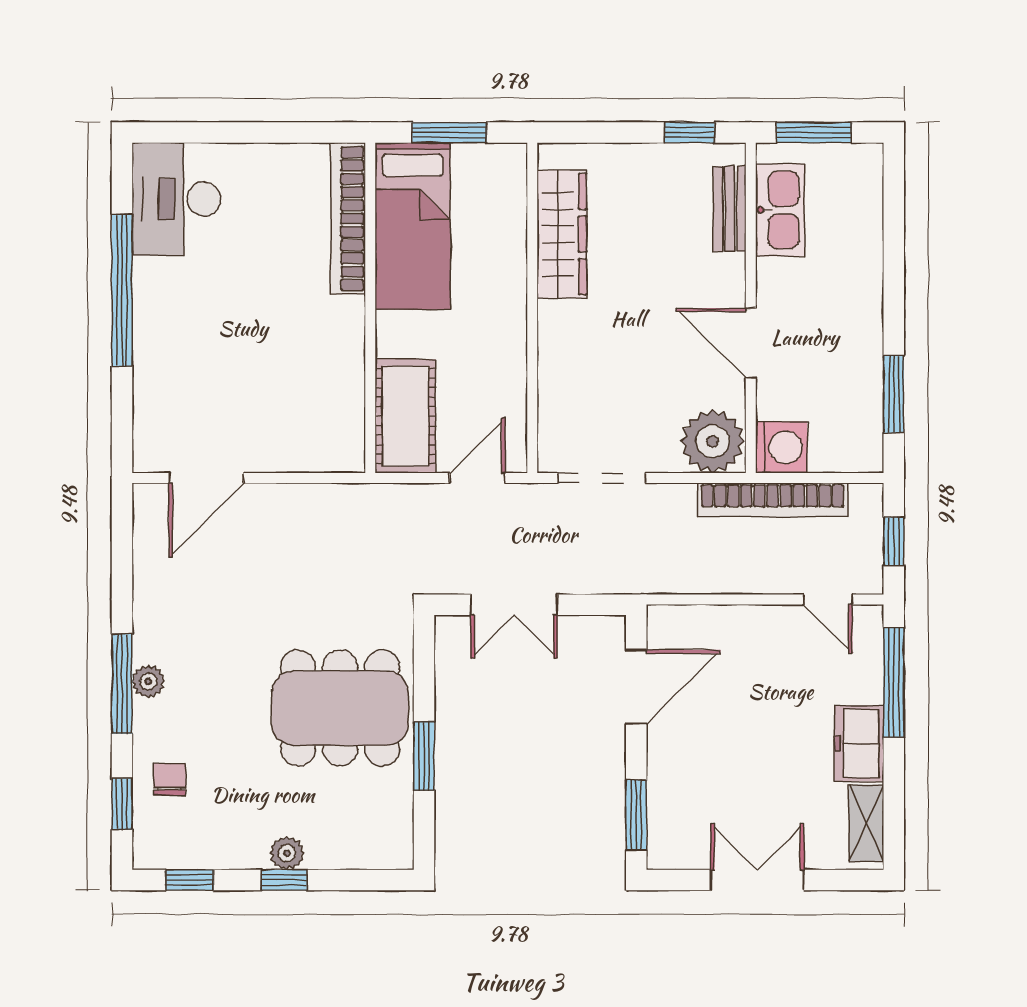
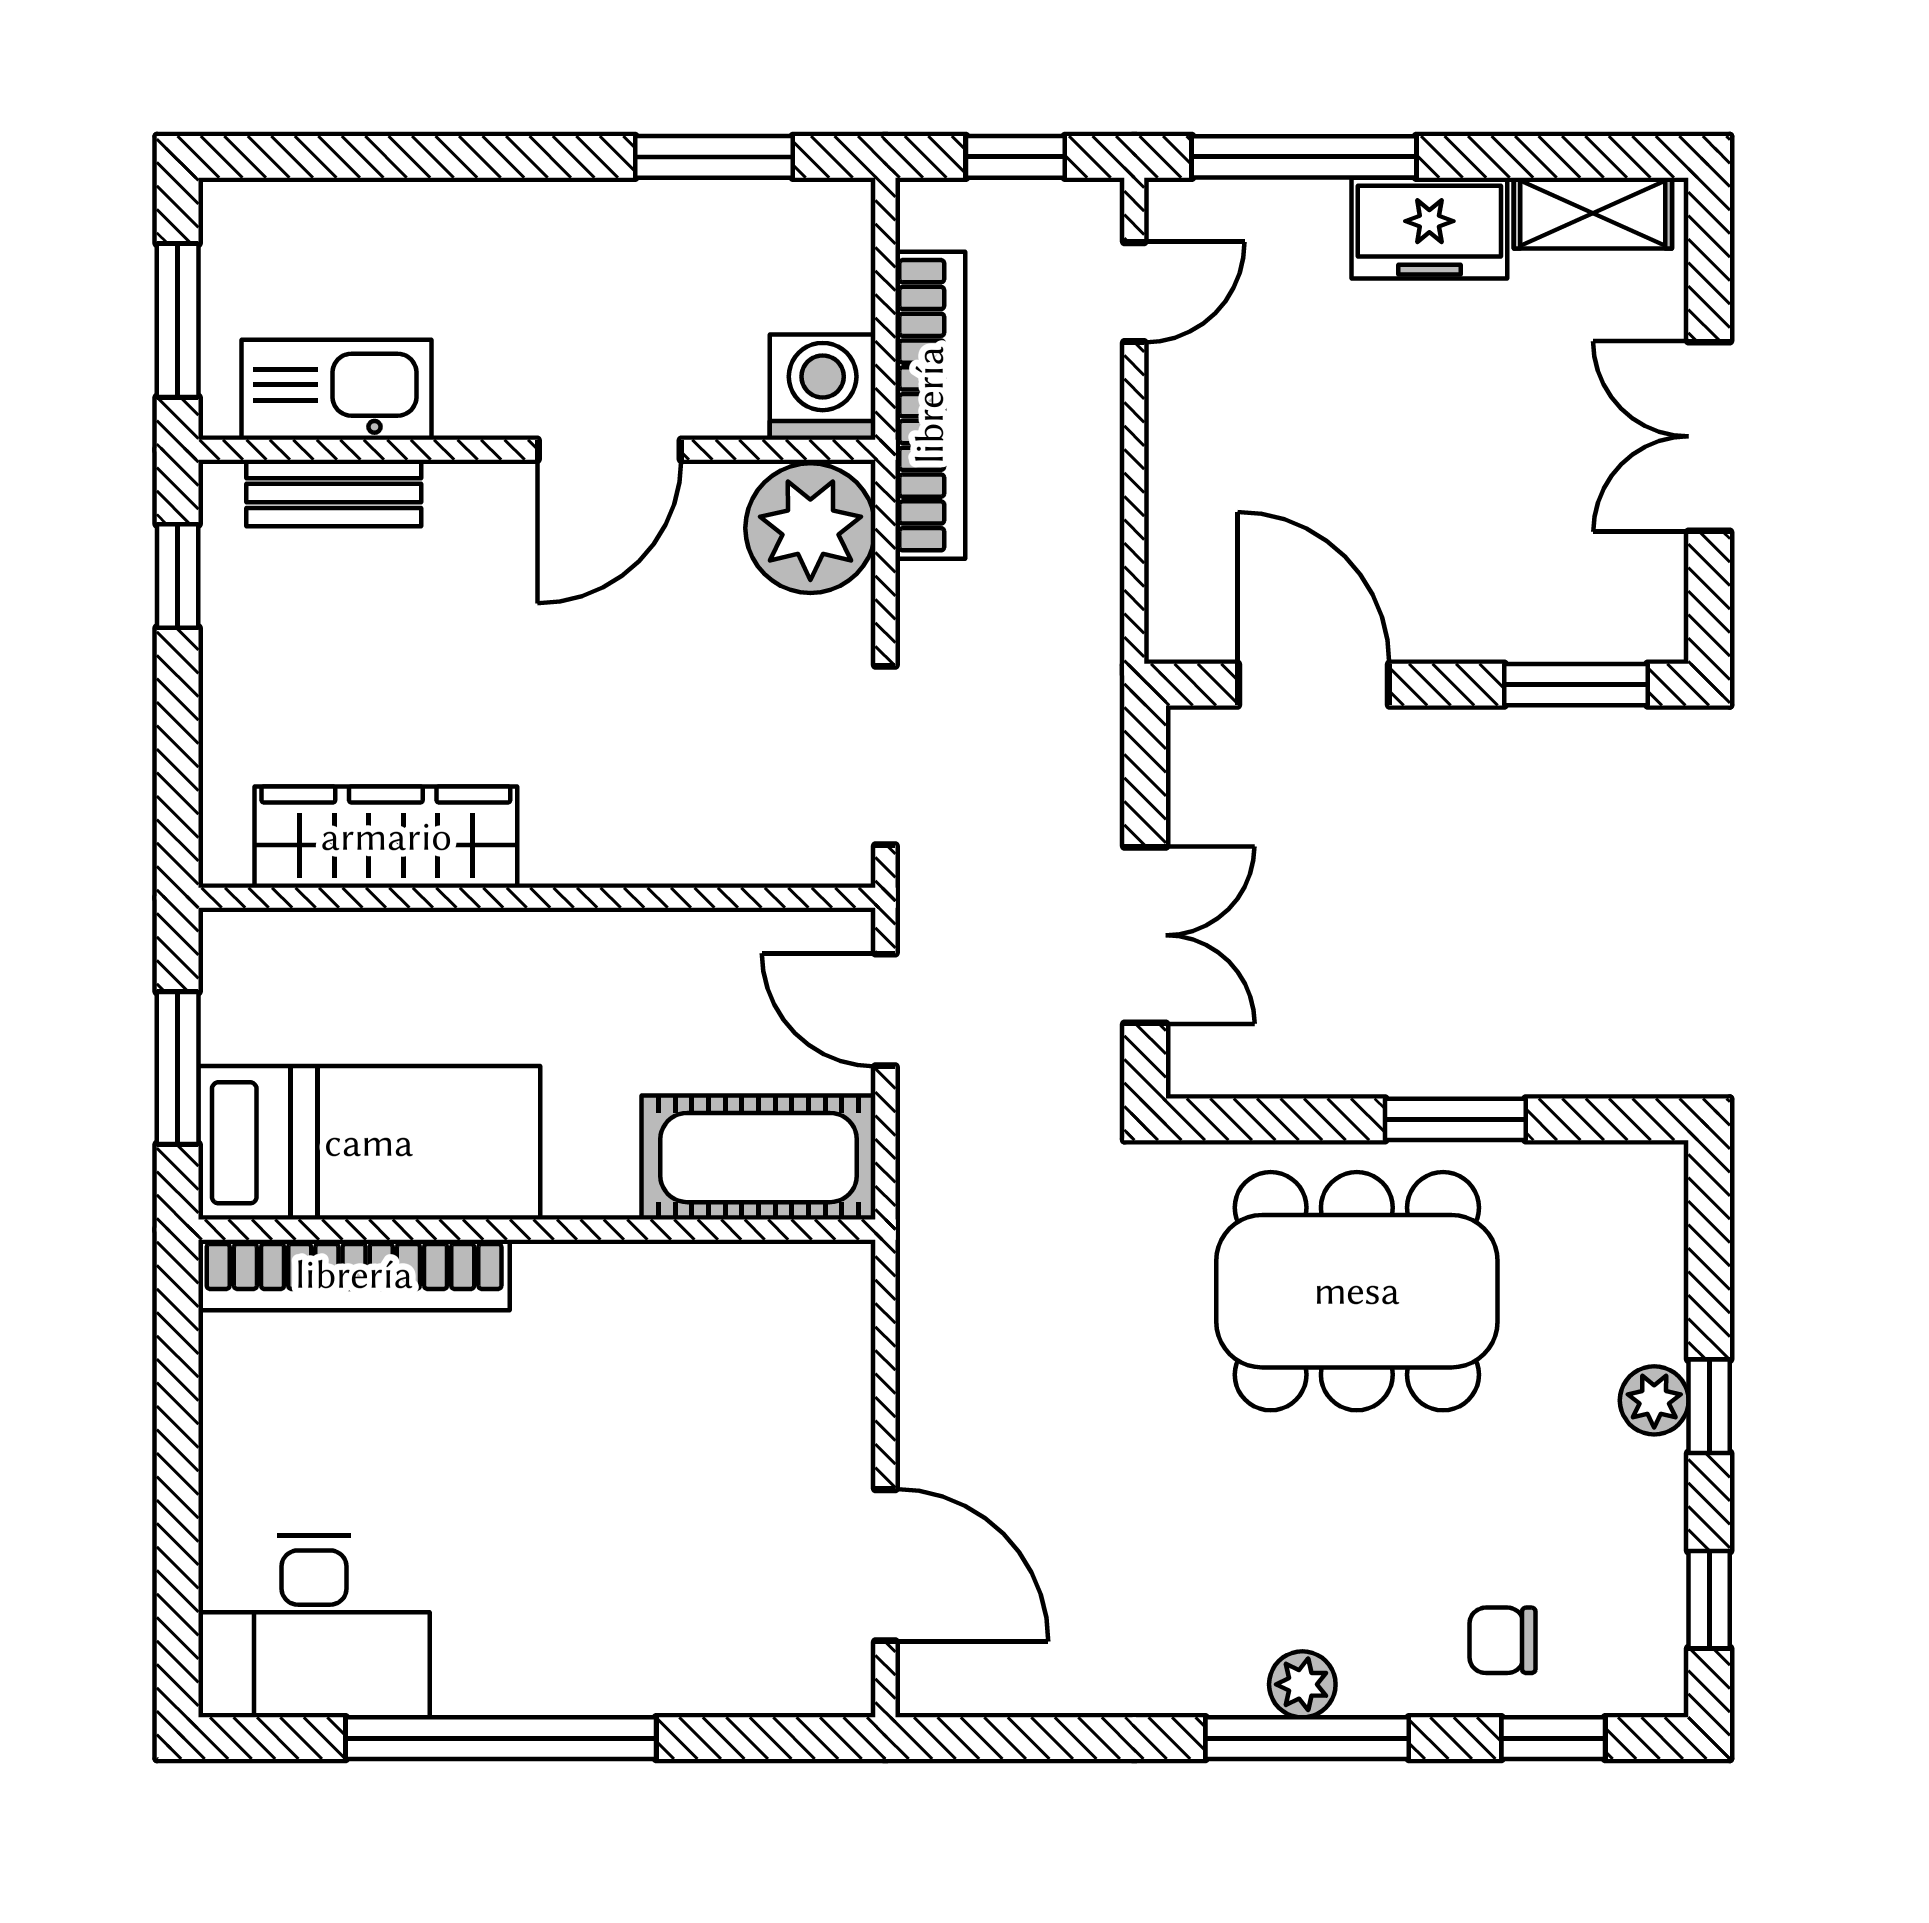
dining table: (340, 708) -> (1357, 1291), turned 90

